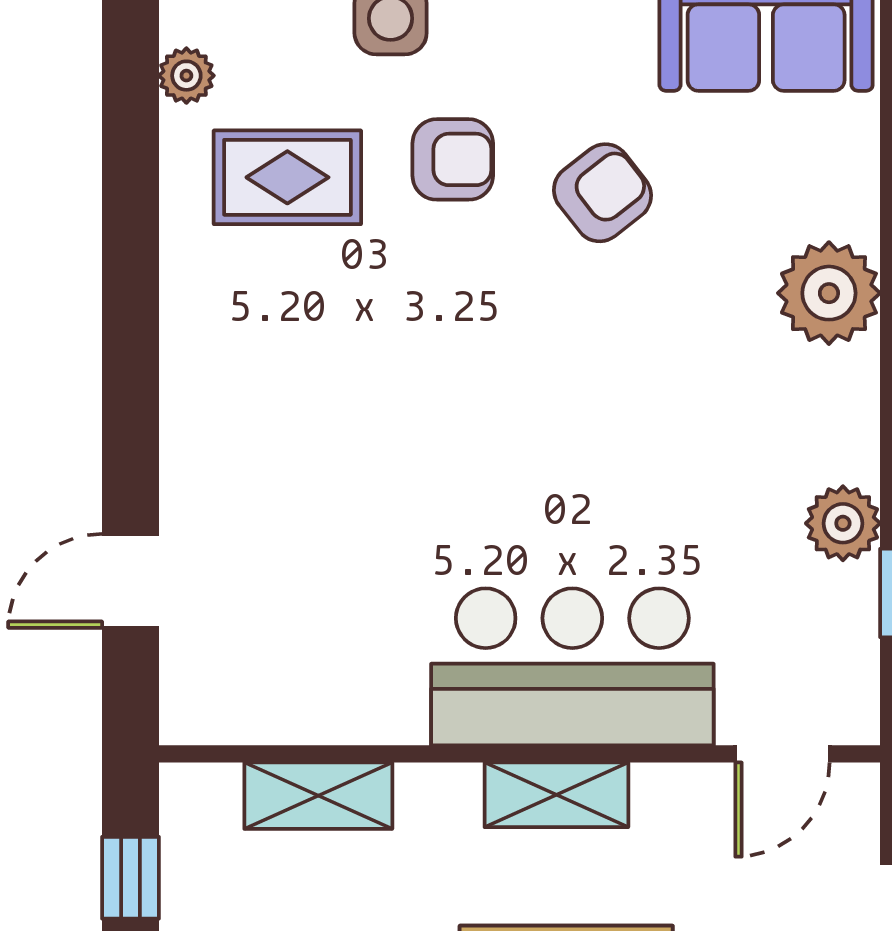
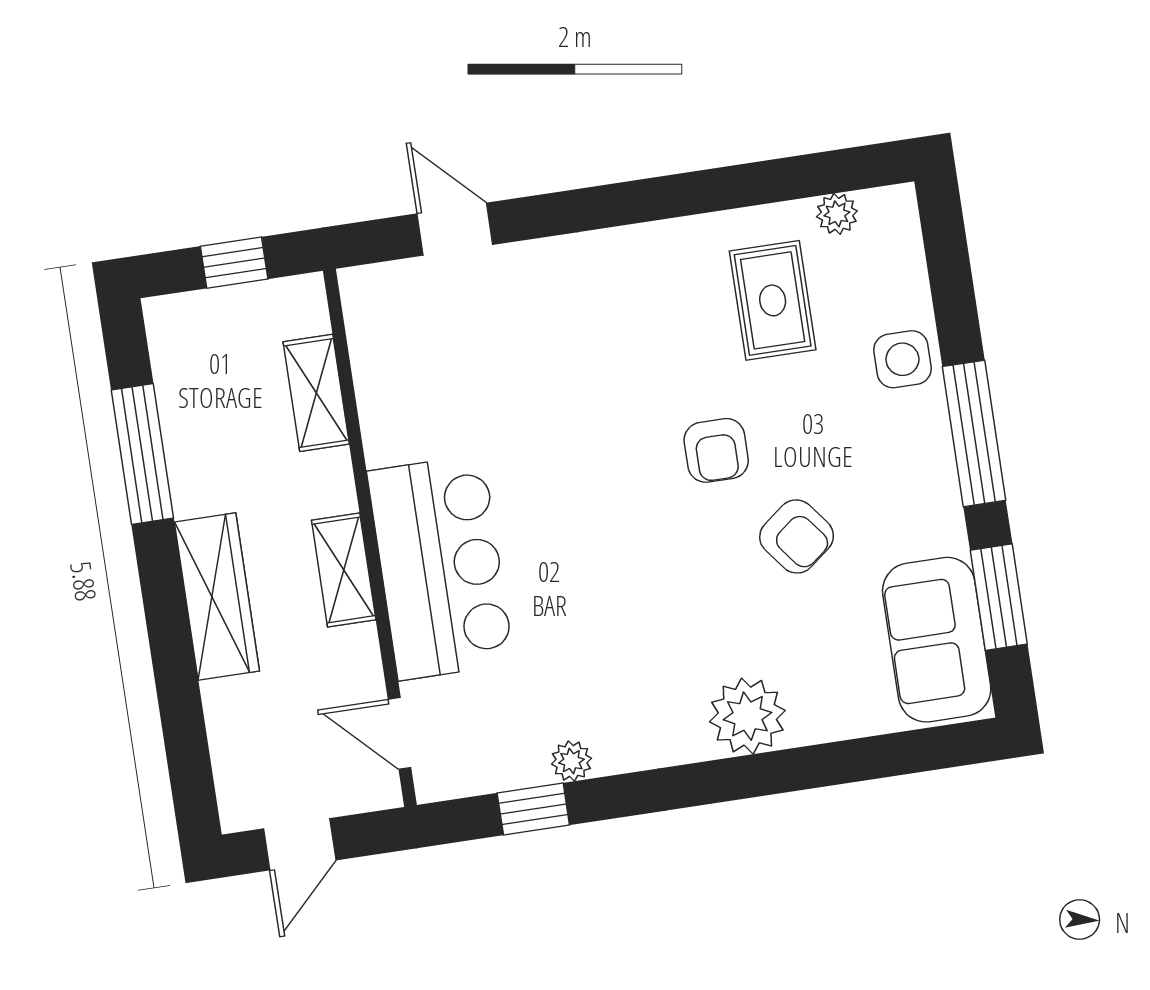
armchair: (453, 159) -> (716, 450), moved
plant: (843, 523) -> (571, 761), width x0.73, depth x0.73

